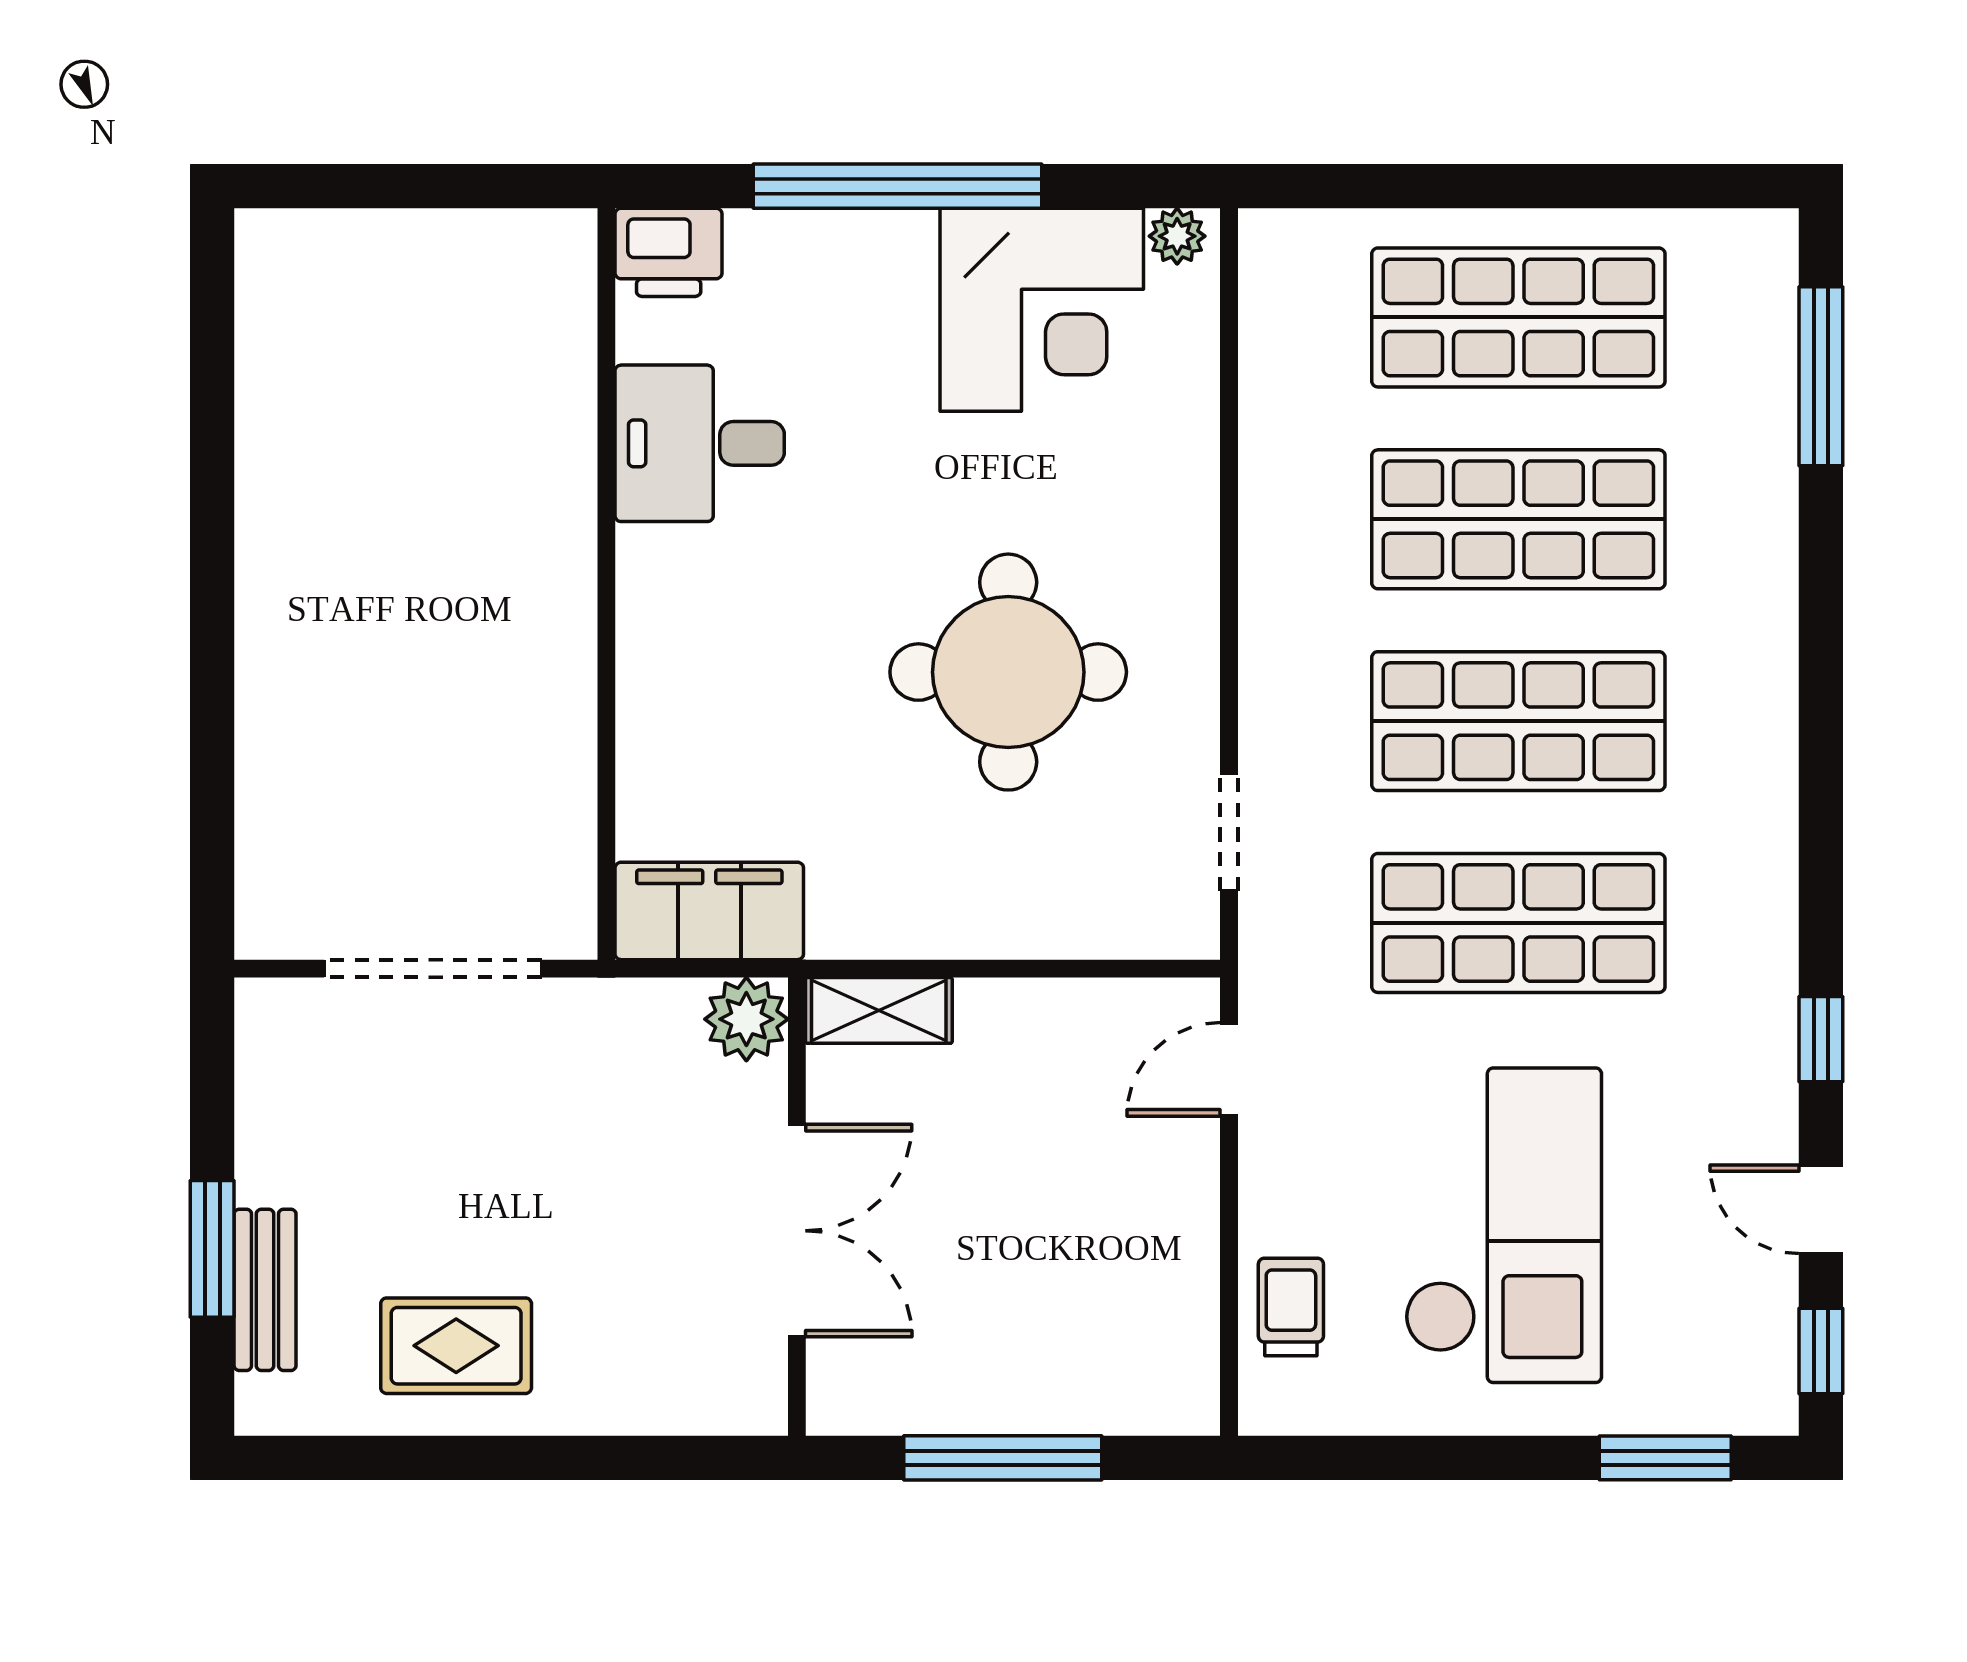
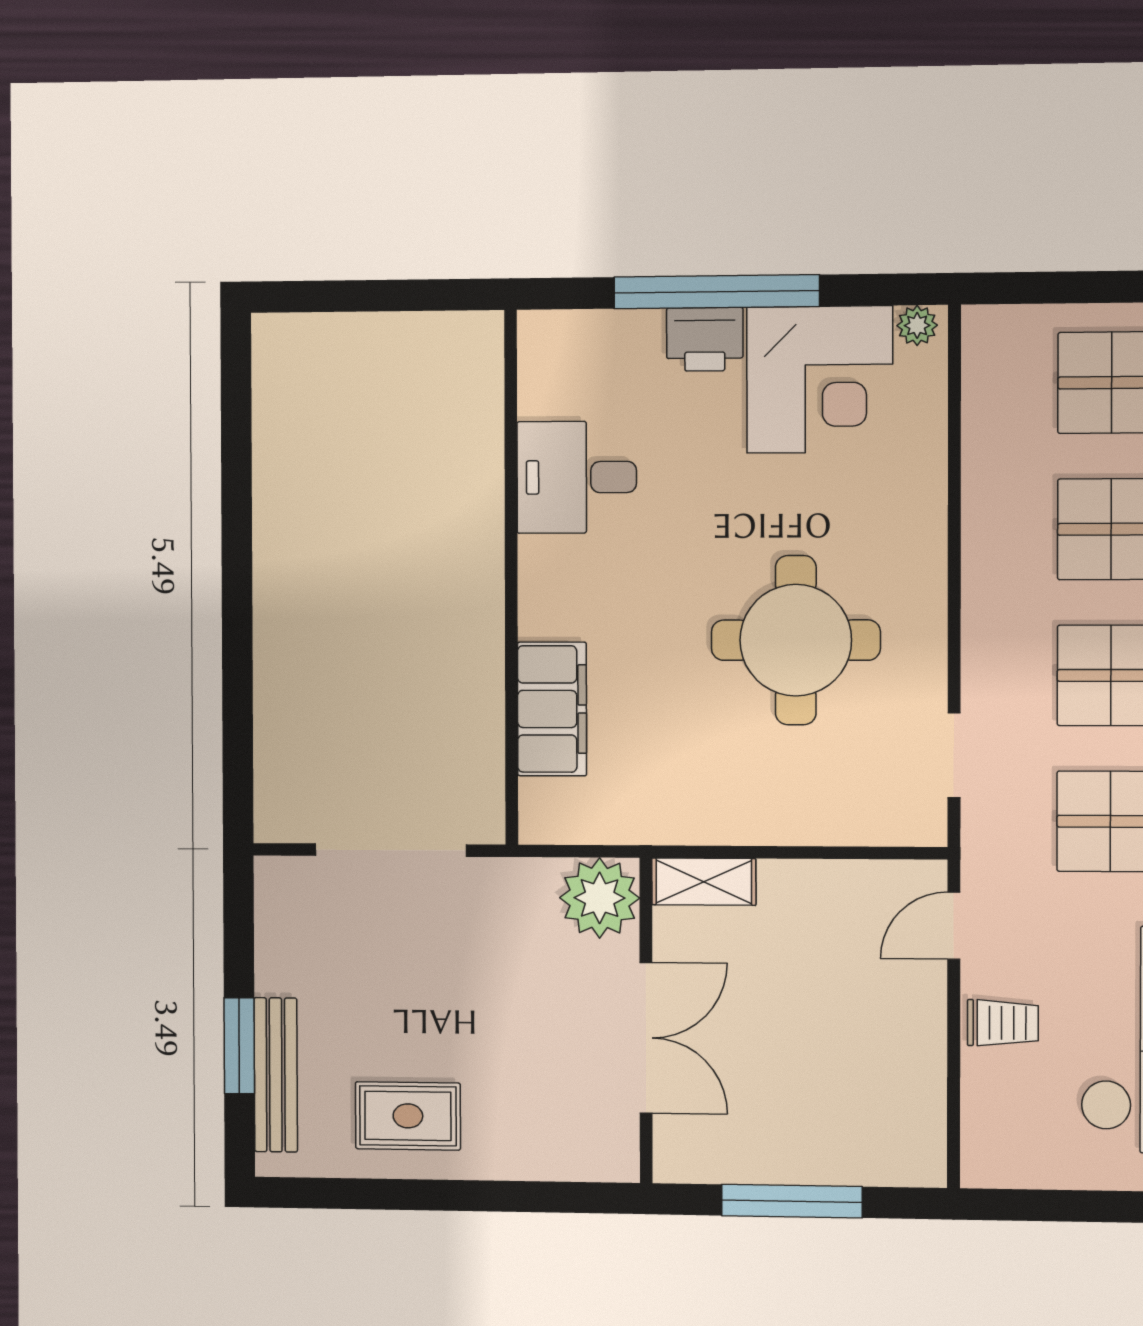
printer: (669, 252) -> (705, 339), moved
filing cabinet: (709, 911) -> (552, 709), moved, turned 90
plant: (746, 1019) -> (600, 898), width x1.36, depth x1.36
bench: (265, 1290) -> (276, 1075), width x1.36
trolley: (1291, 1307) -> (1003, 1023), moved, turned 90

